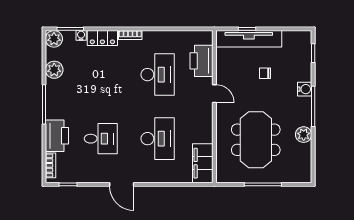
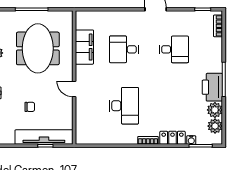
plant: (54, 39) -> (215, 126), moved
printer: (202, 61) -> (85, 118), removed
desk: (158, 75) -> (124, 106), turned 180
printer: (57, 136) -> (212, 87), moved
desk: (101, 139) -> (174, 49), turned 180
desk: (158, 139) -> (124, 49), width x0.73
filing cabinet: (203, 163) -> (84, 47), moved

